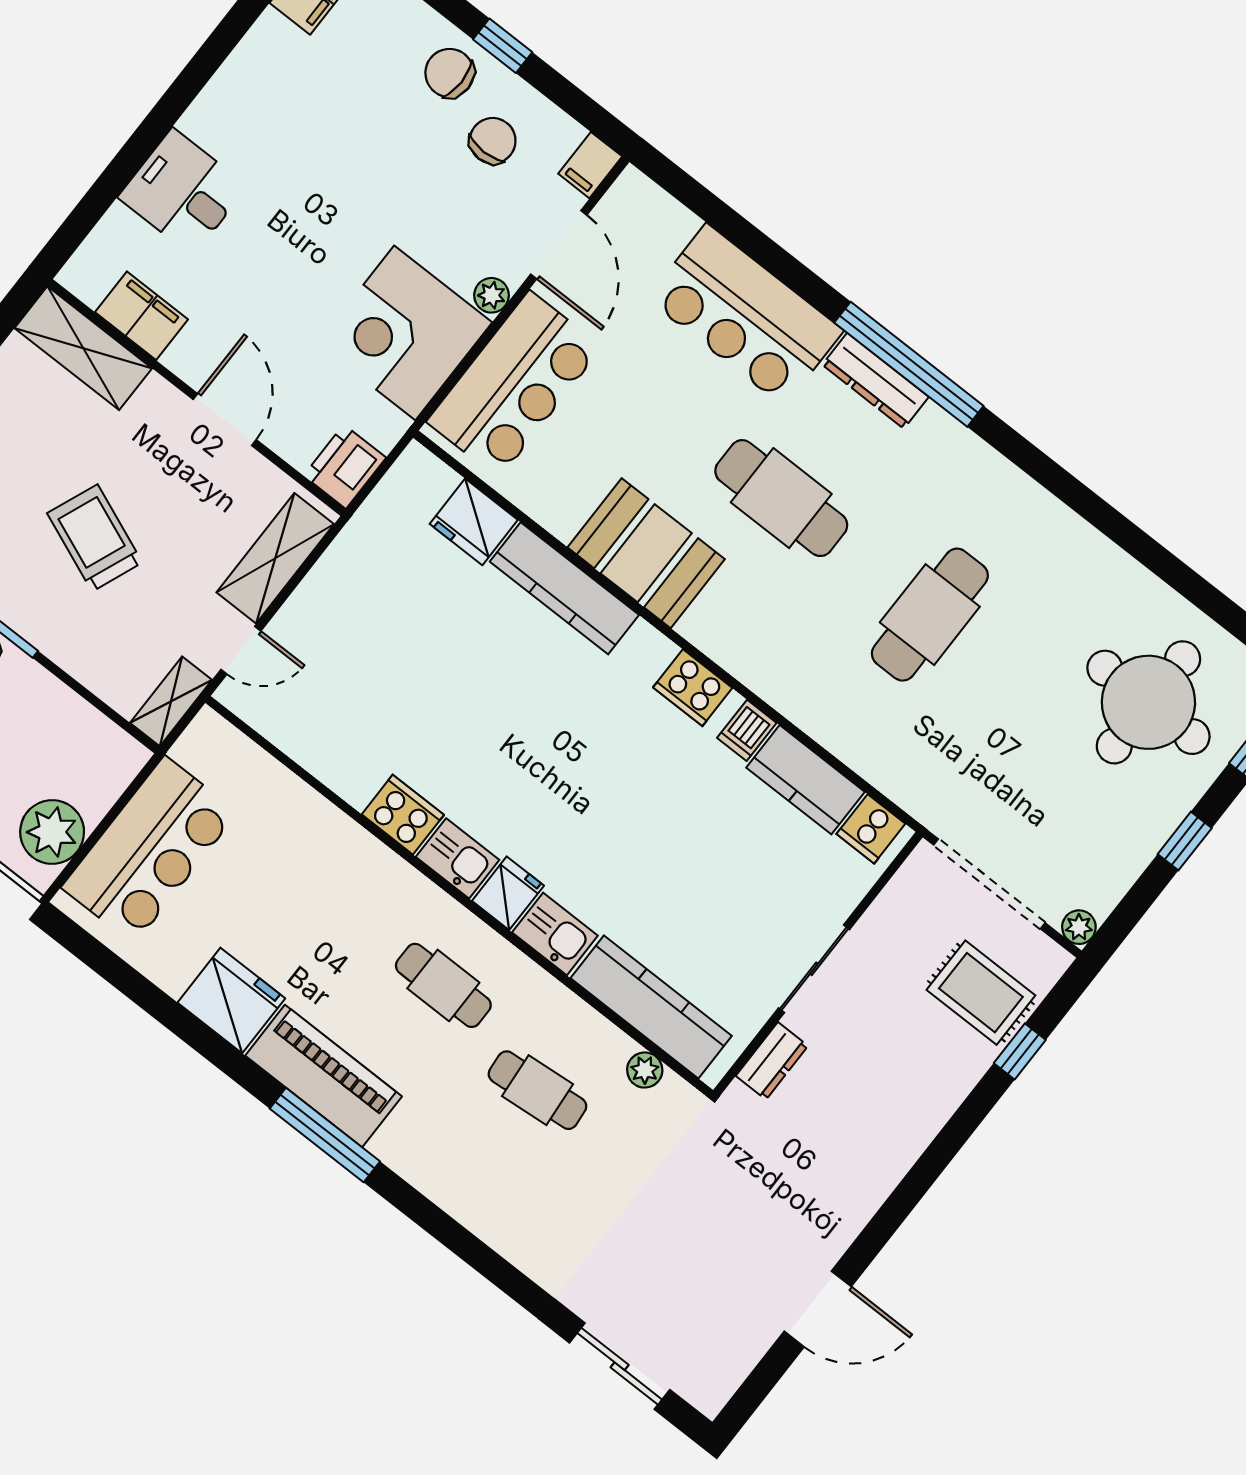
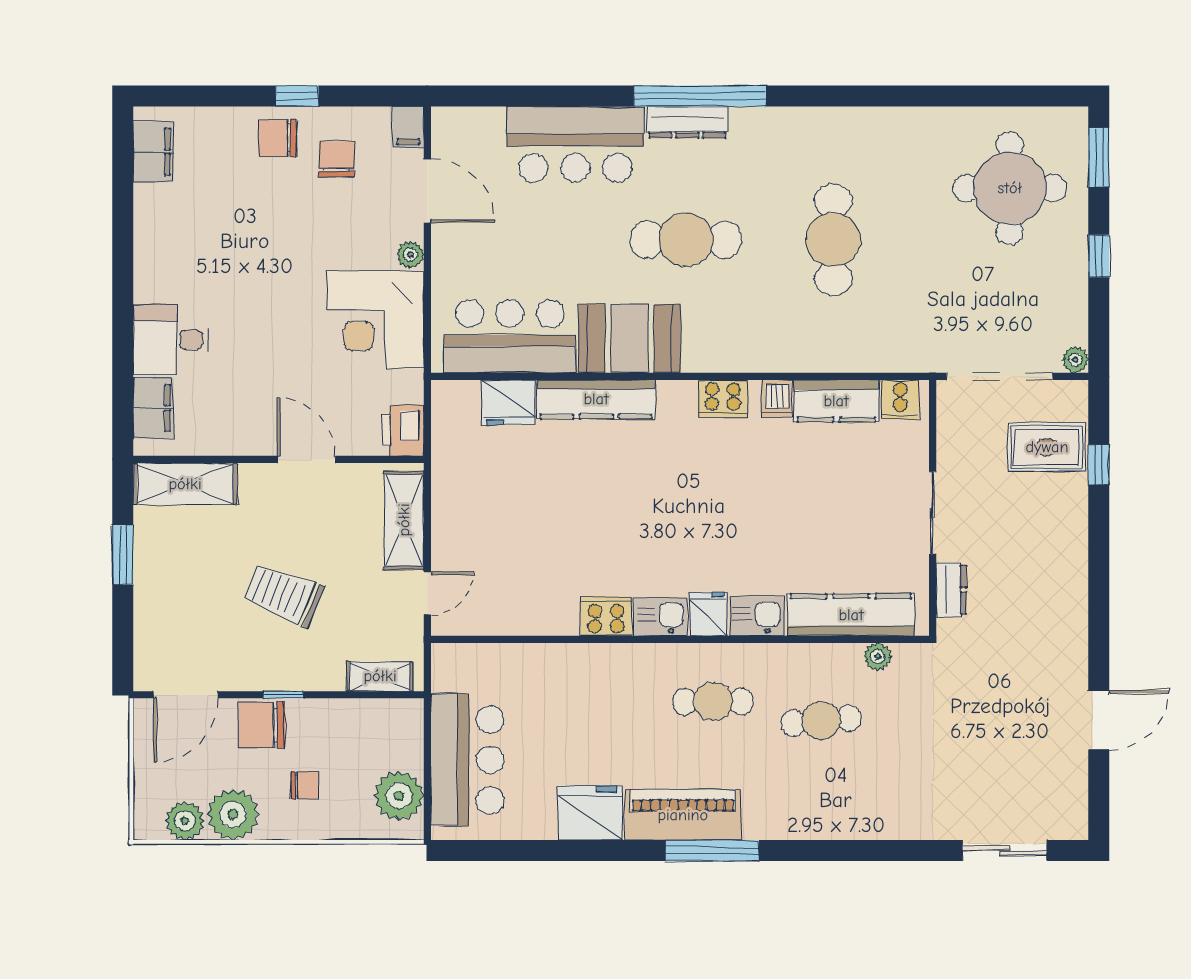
filing cabinet: (141, 316) -> (153, 408), moved, turned 90
bar counter: (514, 384) -> (510, 336), moved, turned -90
shelving: (171, 701) -> (380, 676), moved, turned 90

